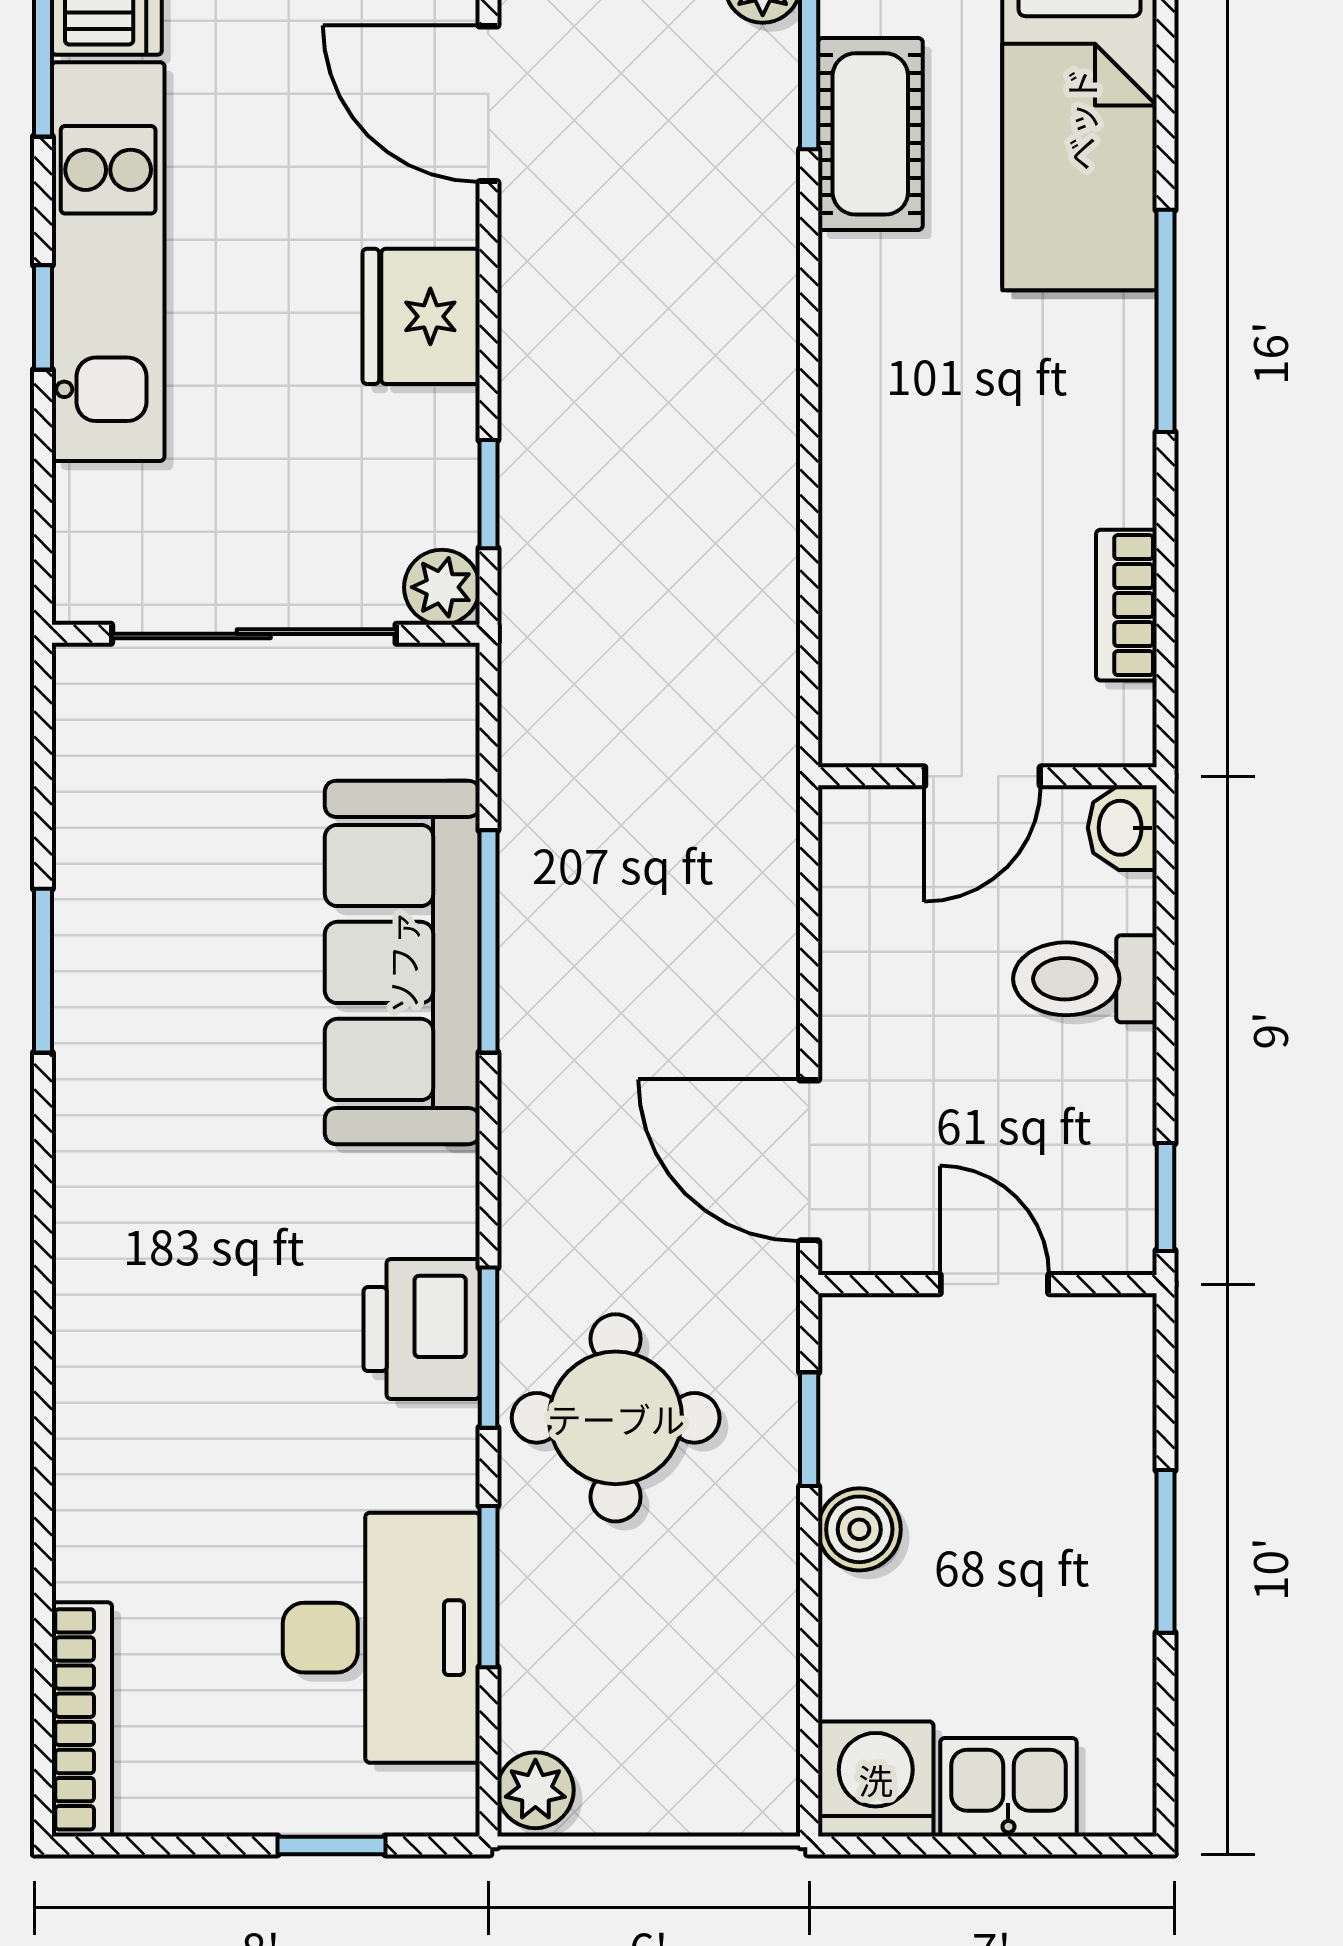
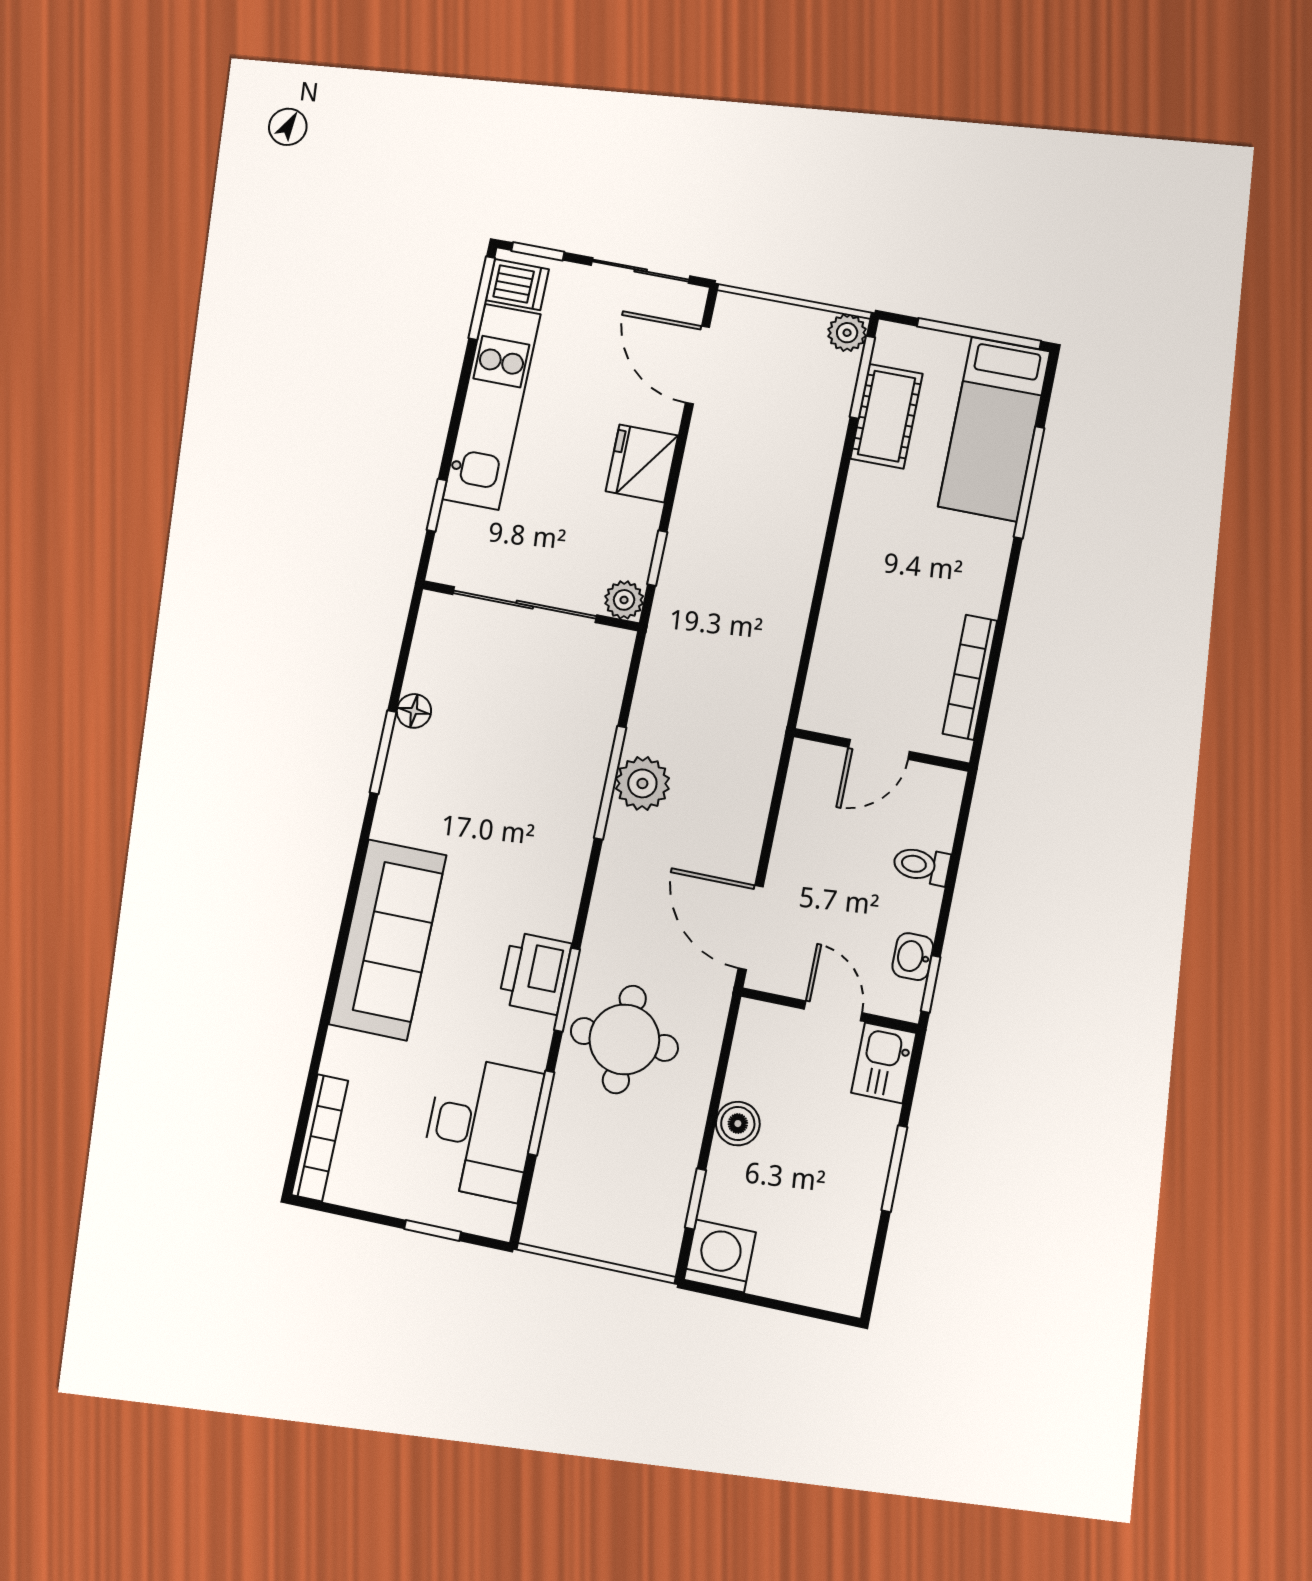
window: (43, 317) -> (437, 505), moved
window: (1166, 321) -> (1029, 482), moved
bookcase: (1126, 605) -> (970, 677), width x1.56
washbasin: (1122, 828) -> (913, 957), moved
floor lamp: (85, 880) -> (414, 711), added
sofa: (402, 962) -> (388, 940), moved, turned 180
toilet: (1085, 979) -> (921, 865), width x0.73, depth x0.72
window: (809, 1429) -> (696, 1199), moved
kitchen sink: (1008, 1787) -> (884, 1063), moved, turned -90
plant: (535, 1790) -> (642, 783), moved, width x1.38, depth x1.38

